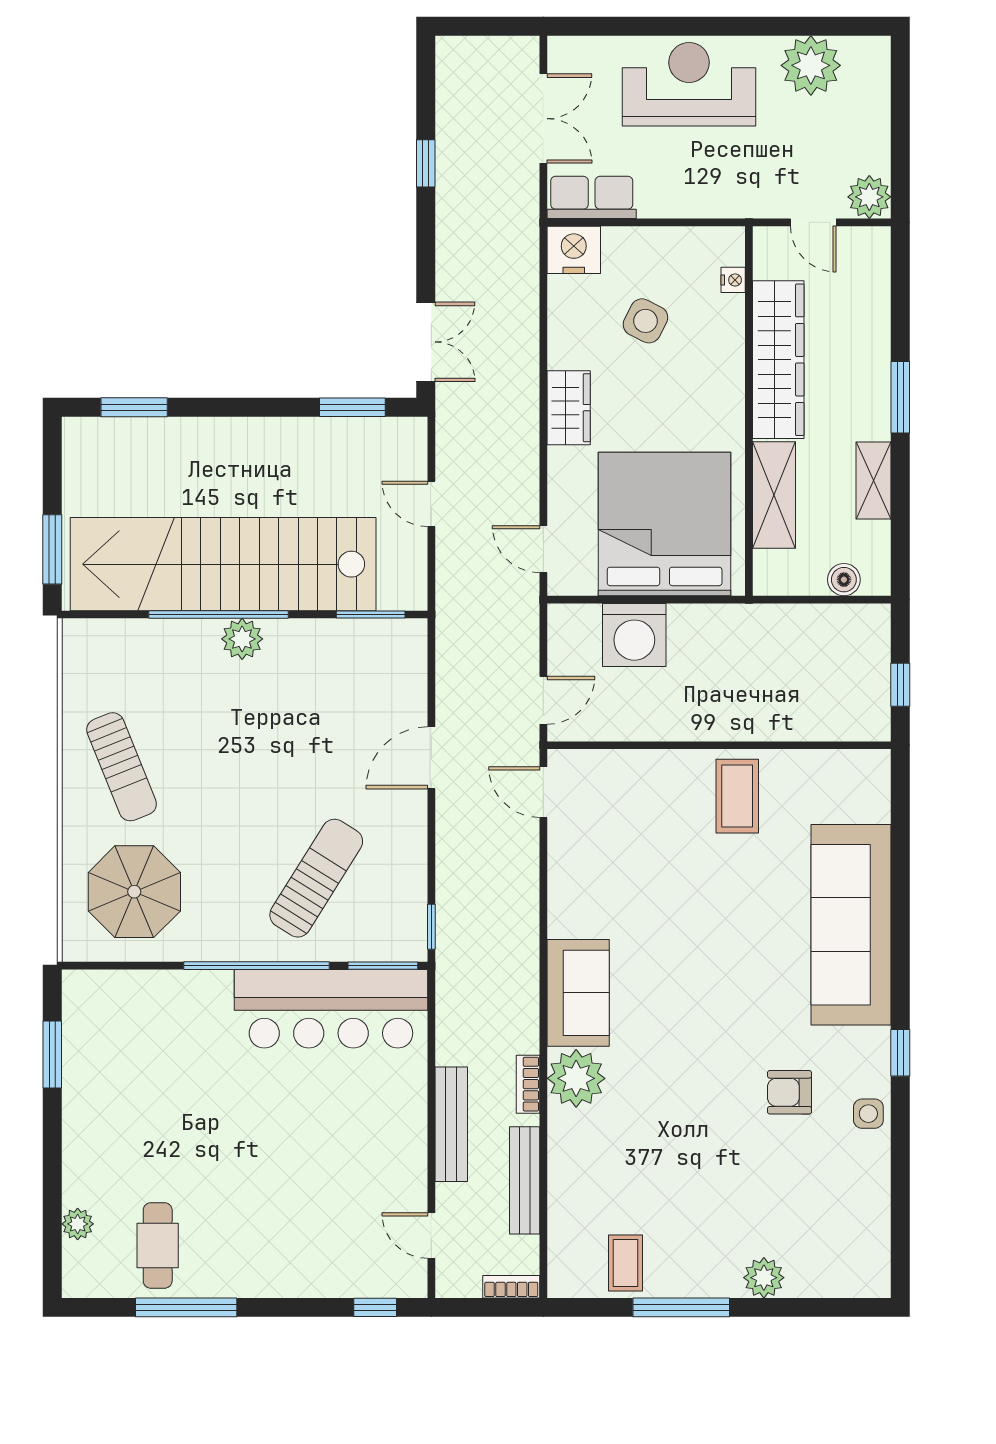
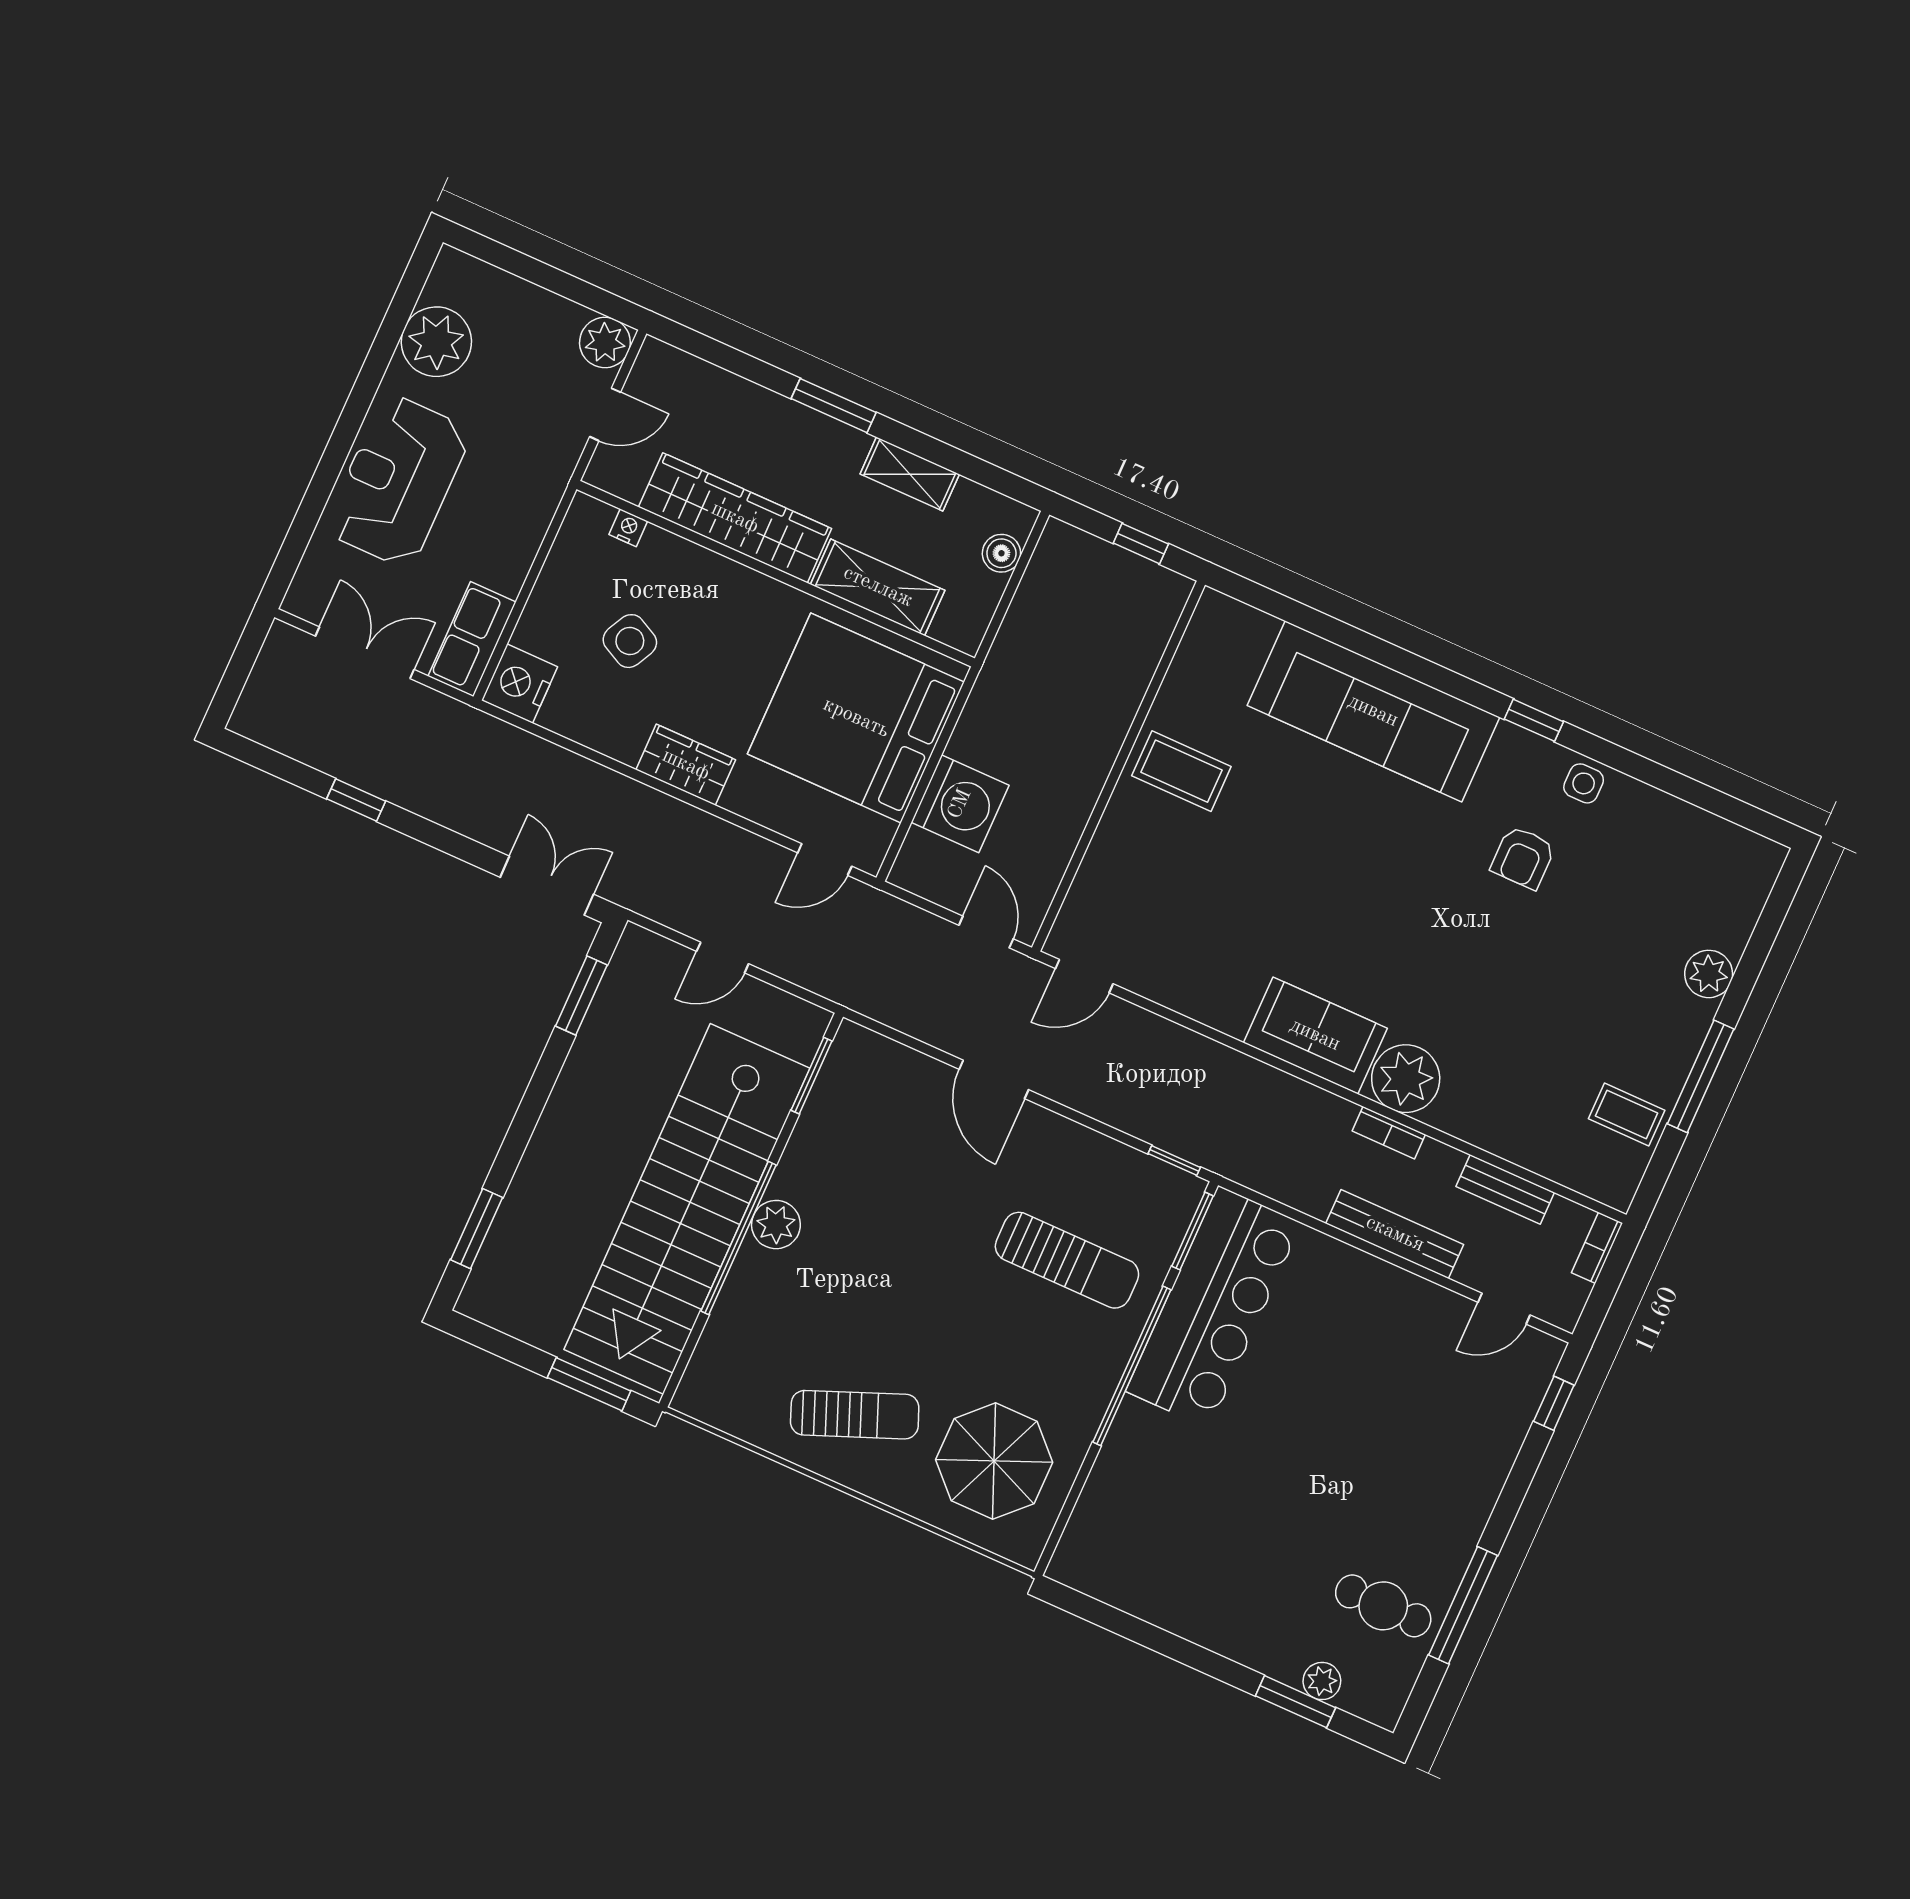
sun lounger: (316, 878) -> (1067, 1260), turned 148
window: (52, 1055) -> (1296, 1702), moved
bench: (525, 1180) -> (1505, 1189), width x0.73

